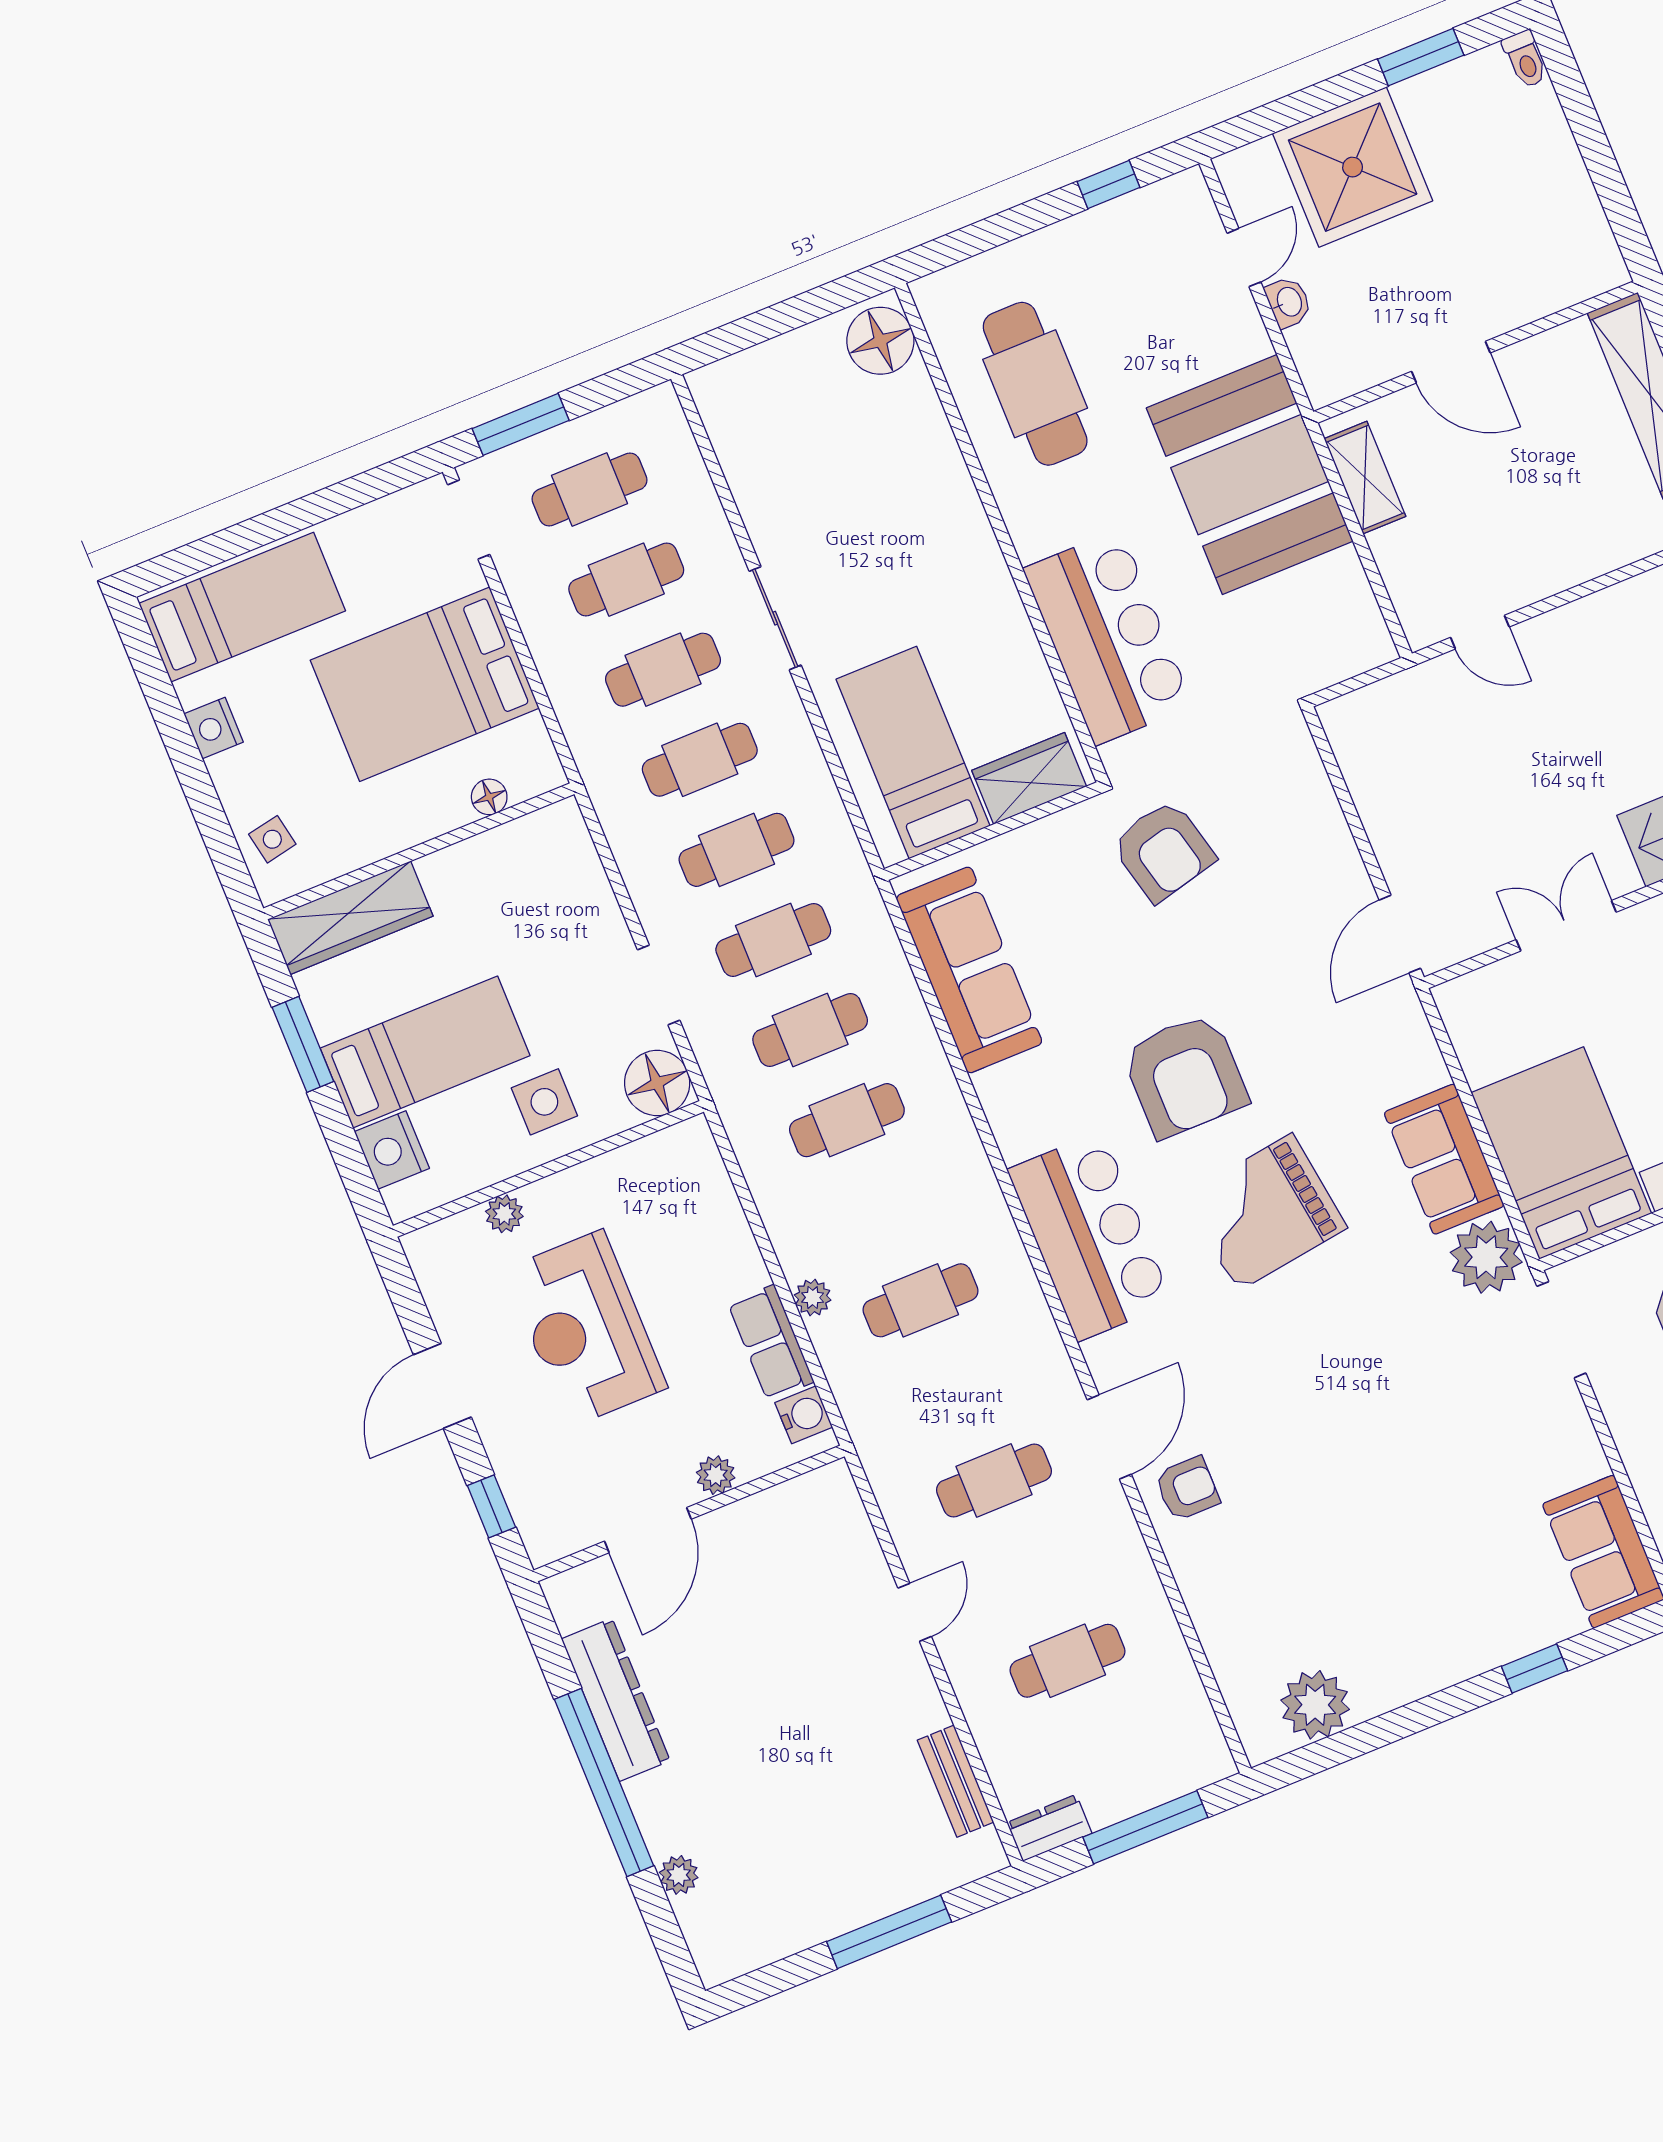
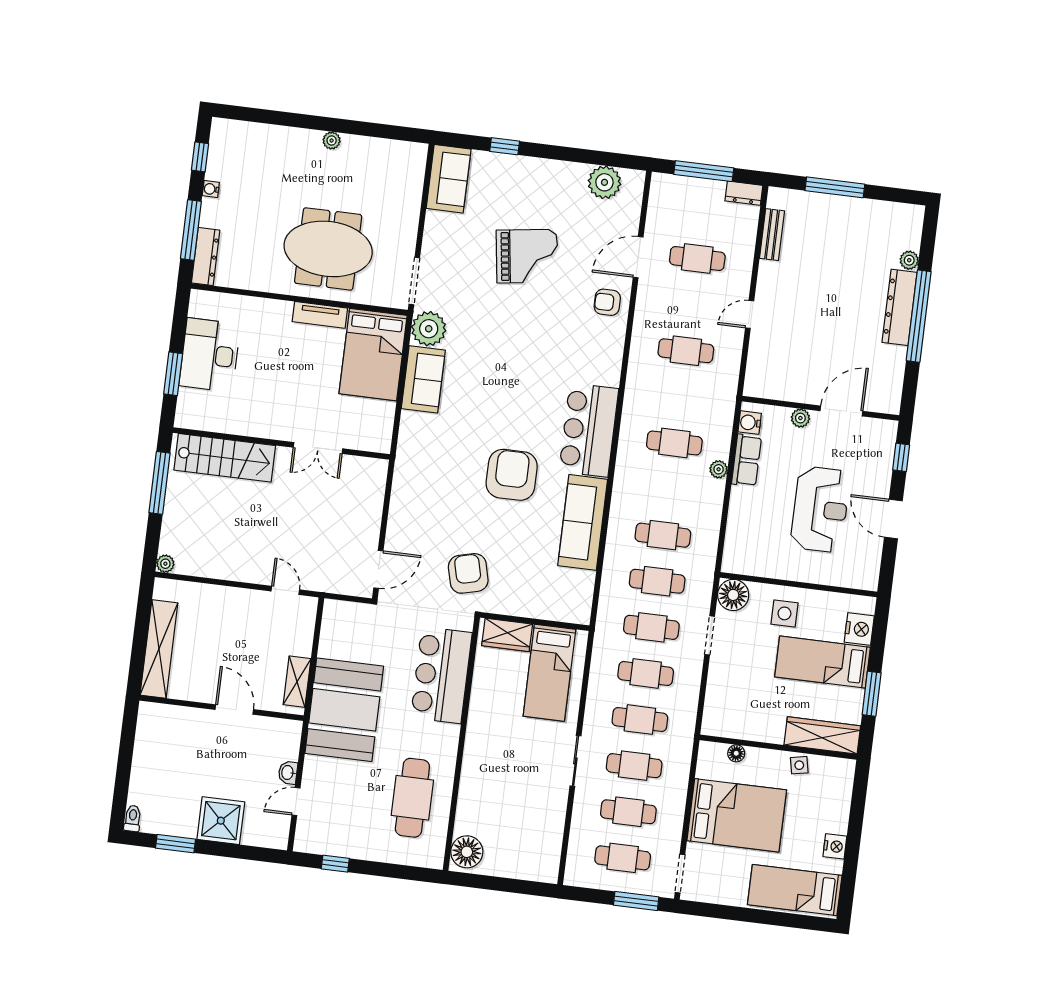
shower: (1353, 167) -> (221, 821), width x0.73, depth x0.73
side table: (272, 839) -> (799, 765), moved
door: (1400, 934) -> (378, 569), moved
sofa: (969, 970) -> (583, 522), moved
grand piano: (1265, 1212) -> (527, 256), moved
plant: (504, 1214) -> (827, 576), removed
door: (442, 1386) -> (893, 519), swing flipped
door: (1109, 1437) -> (638, 257), moved
dresser: (616, 1700) -> (900, 307), moved

